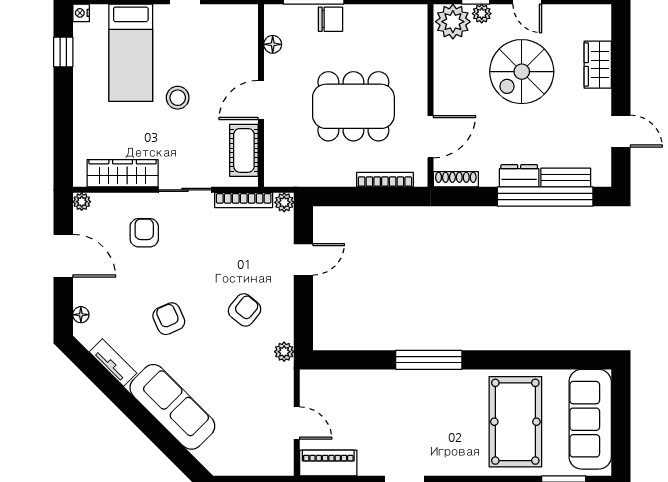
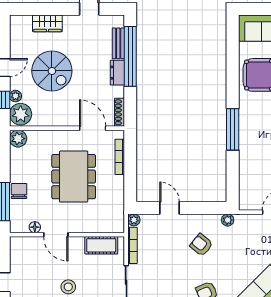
plant: (414, 18) -> (18, 139), added
door: (261, 100) -> (56, 235), moved

